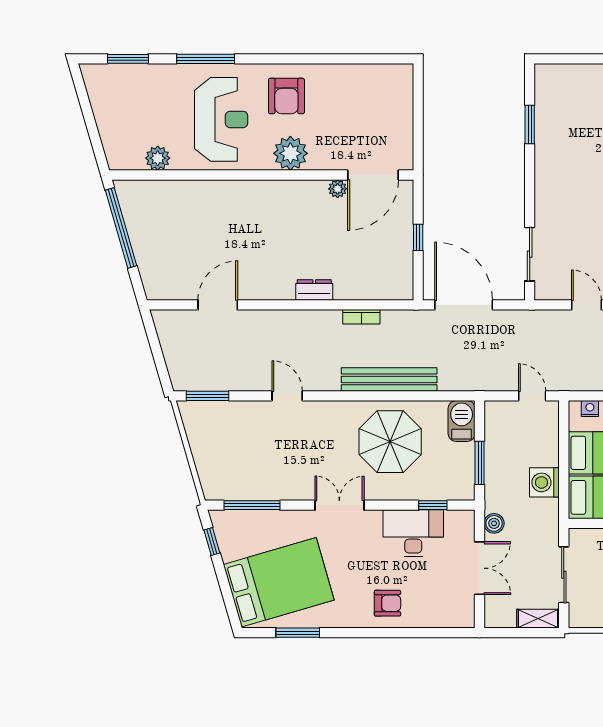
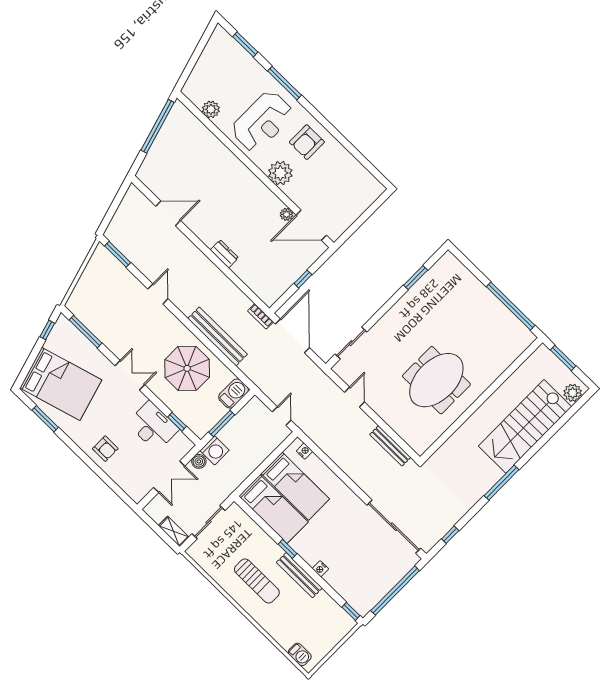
bookcase: (361, 317) -> (260, 316), moved
washing machine: (544, 482) -> (215, 450), moved, turned 180

